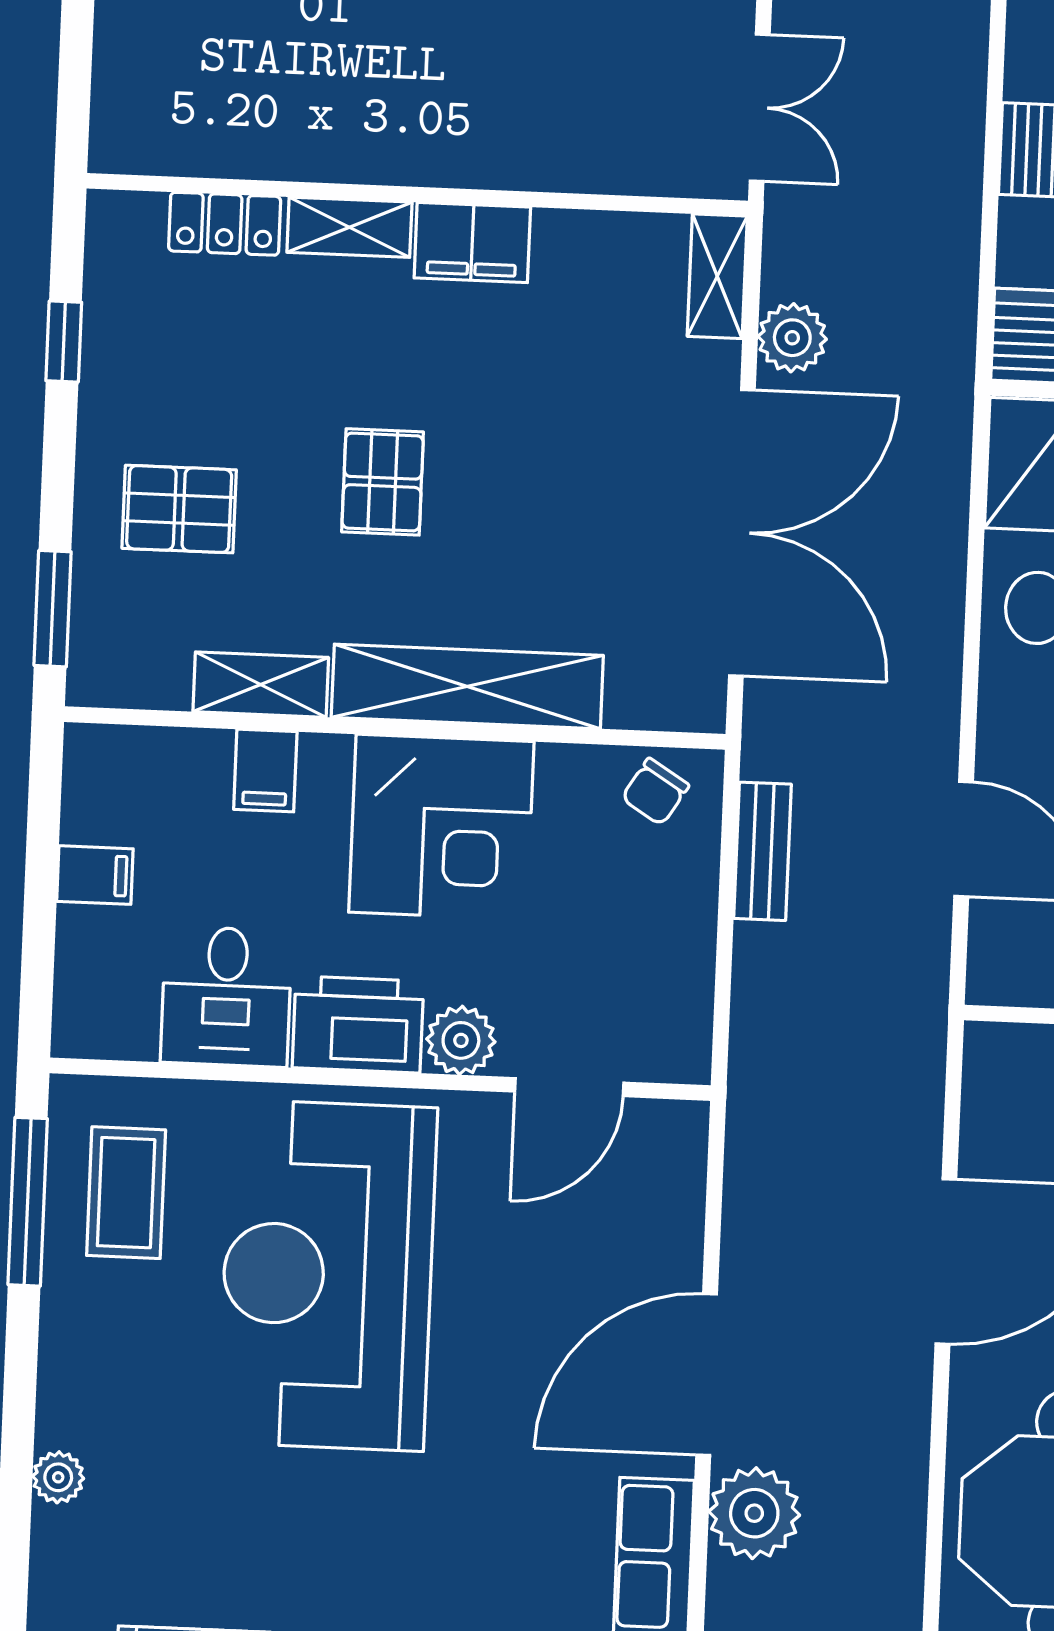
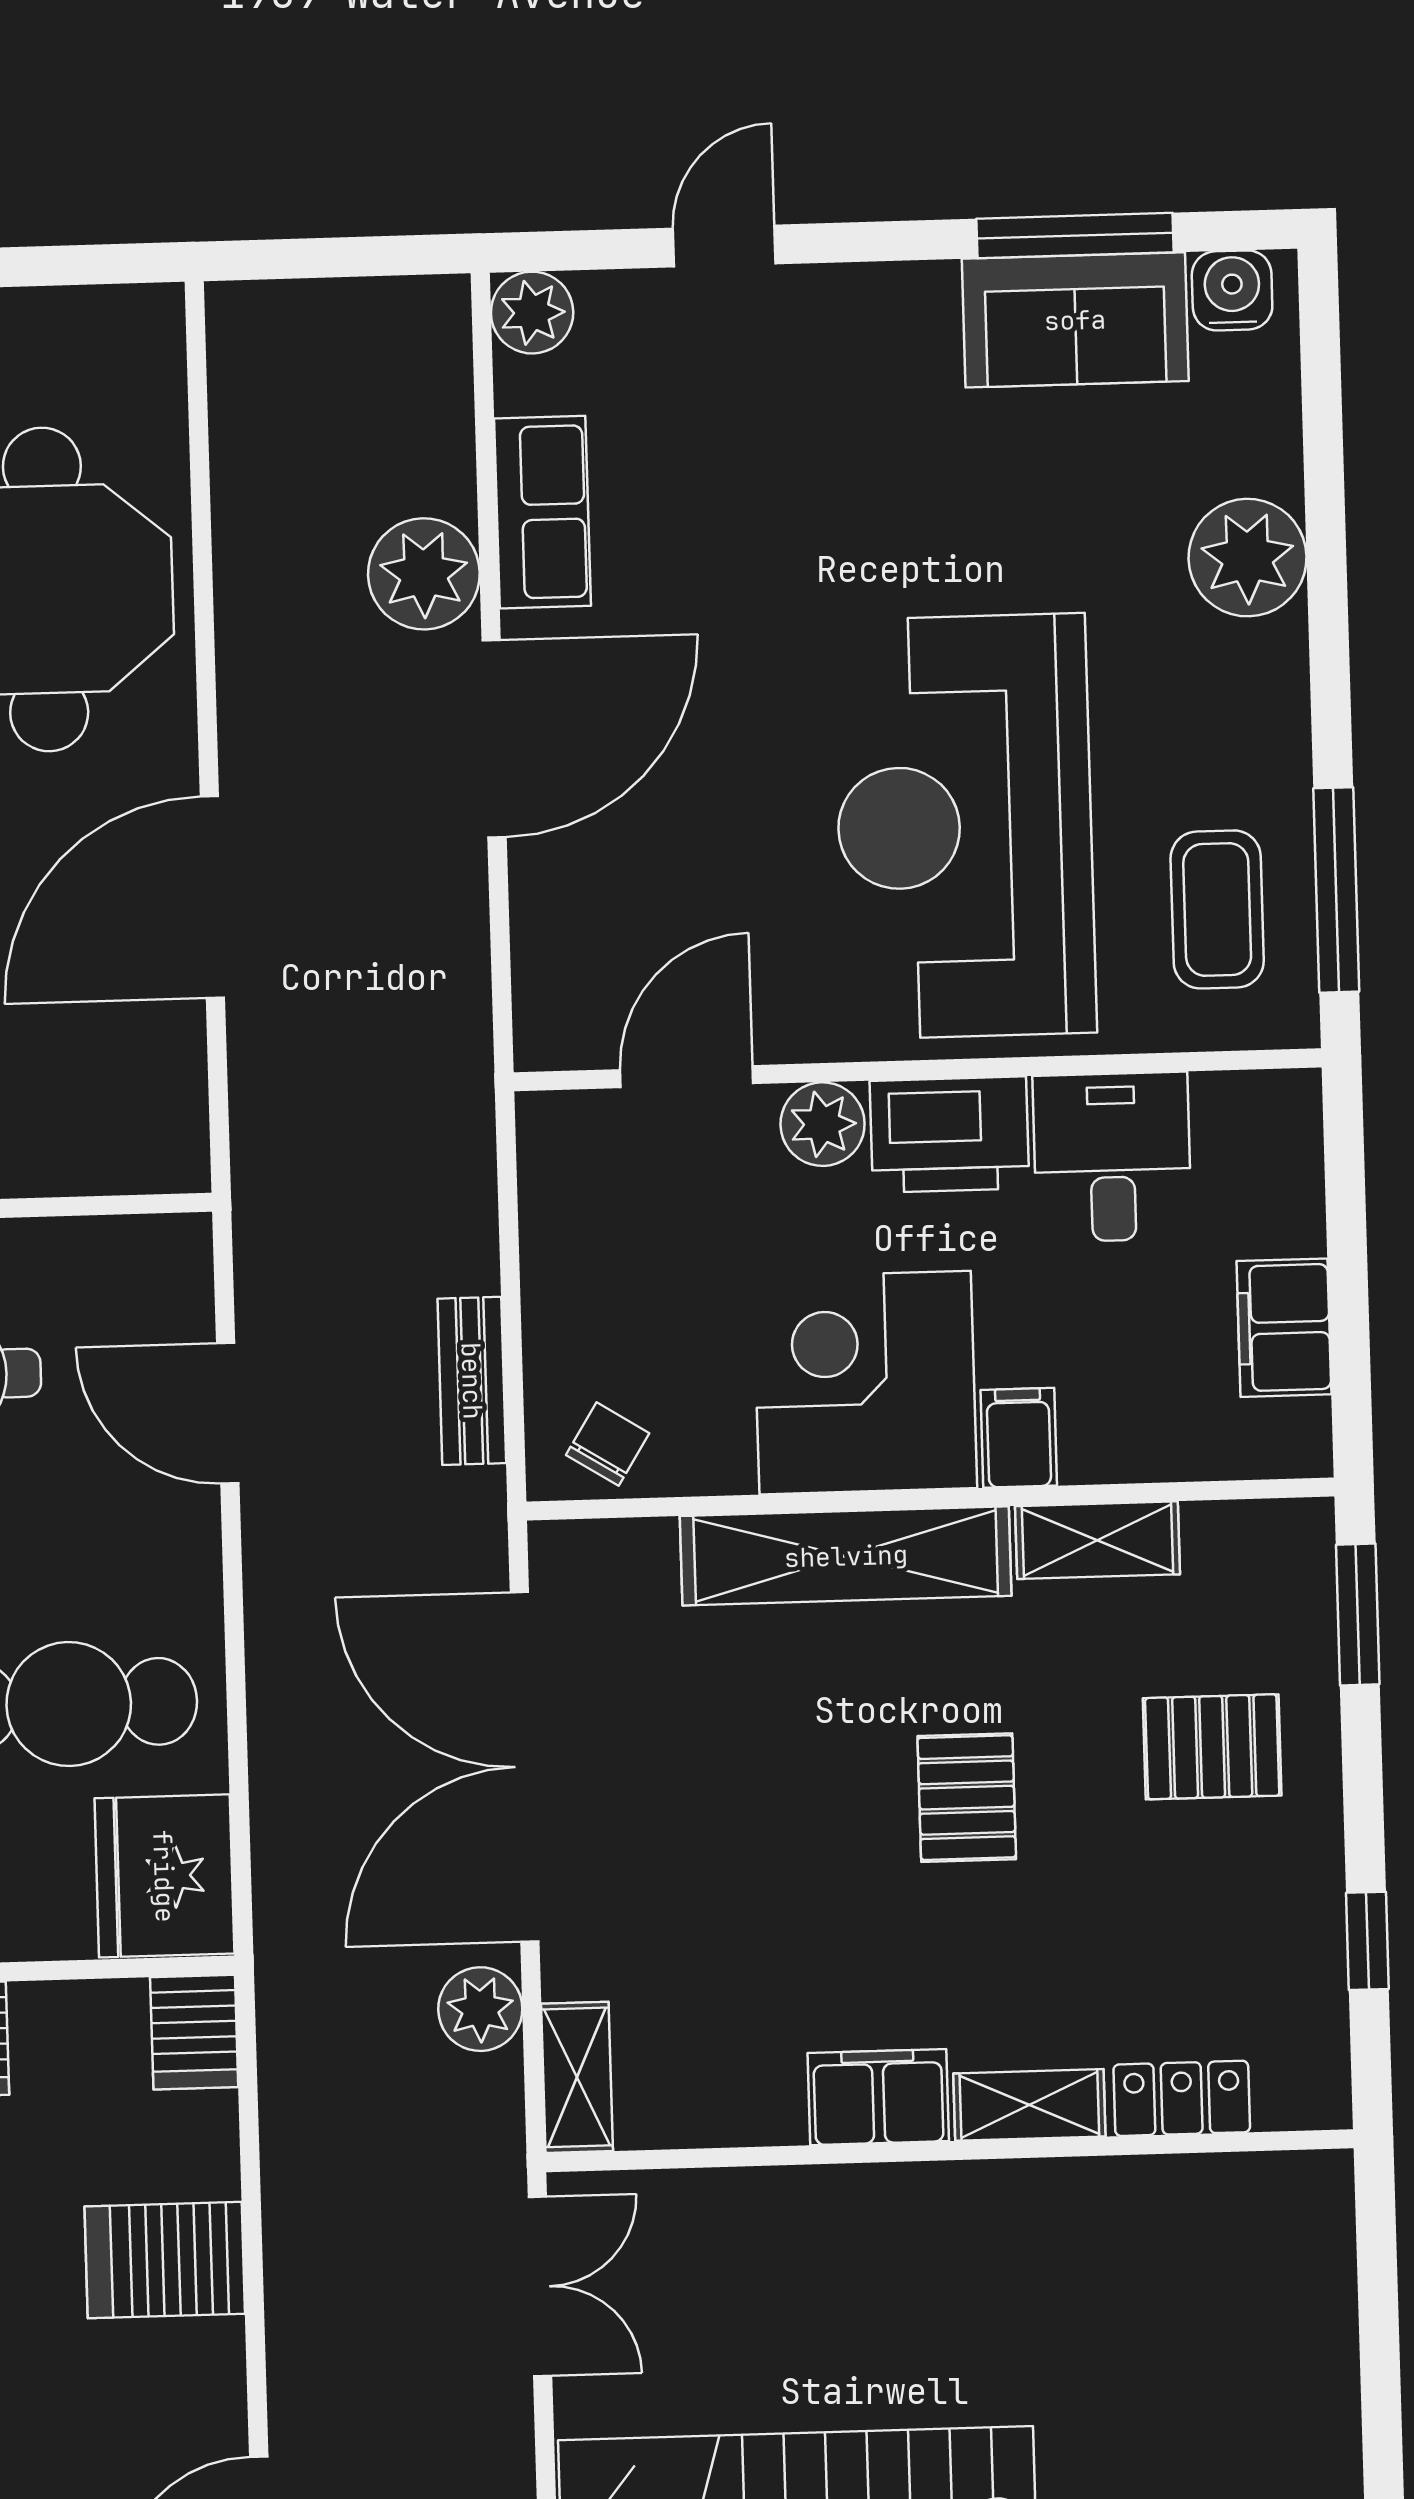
double door: (760, 108) -> (540, 2286), swing flipped
filing cabinet: (265, 771) -> (1019, 1438), moved
filing cabinet: (95, 875) -> (1284, 1328), width x2.00
reception desk: (327, 1275) -> (965, 826), turned 180
plant: (58, 1477) -> (1248, 558), width x1.88, depth x1.88

